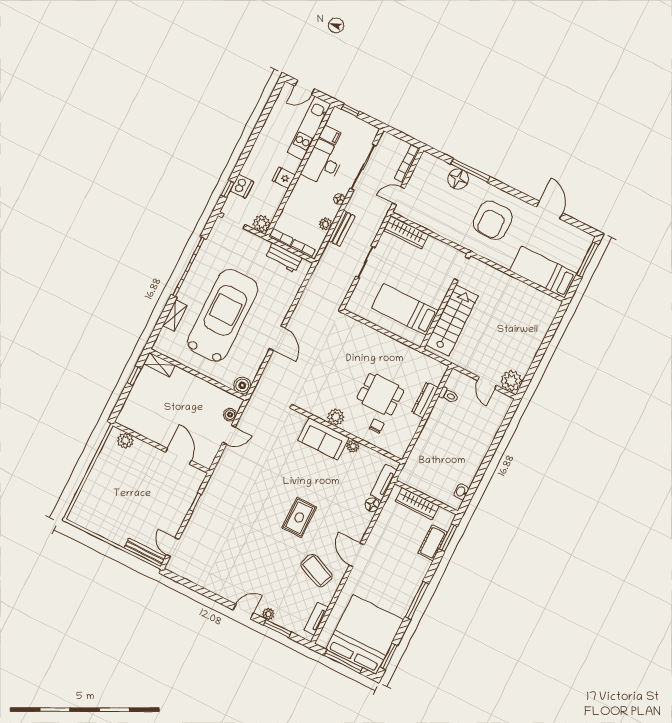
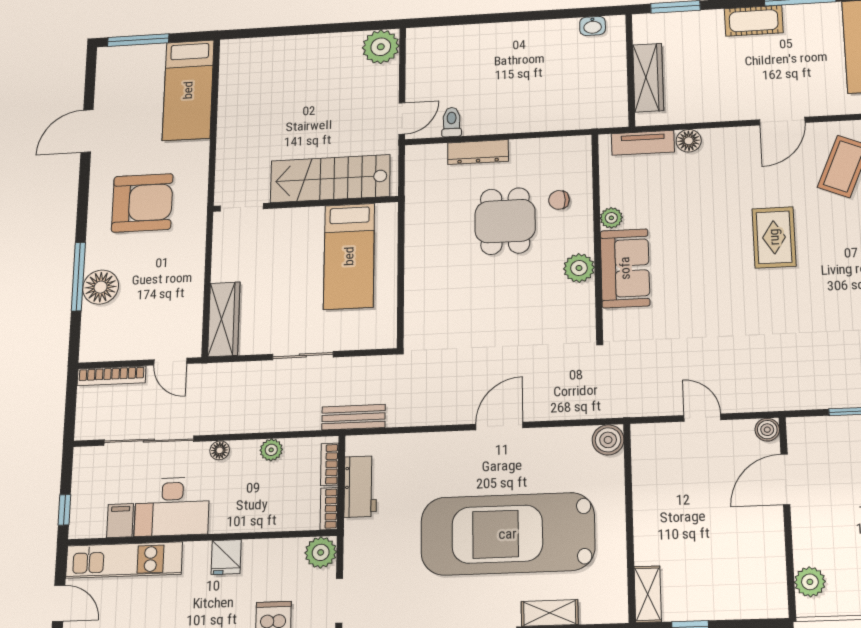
bench: (342, 228) -> (353, 417), moved
door: (487, 383) -> (402, 118), moved
boiler: (230, 415) -> (767, 430), moved
rug: (299, 517) -> (774, 237), turned 90
cot: (433, 543) -> (754, 21), moved

